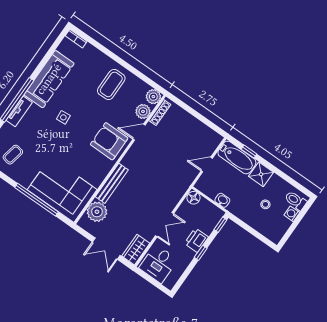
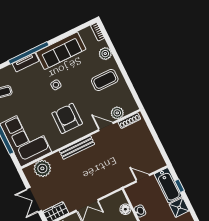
plant: (153, 97) -> (105, 54), moved
armchair: (109, 141) -> (67, 118), moved
bench: (112, 183) -> (77, 148), moved
floor lamp: (194, 198) -> (125, 209), moved

